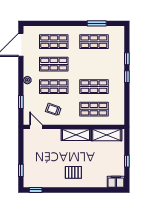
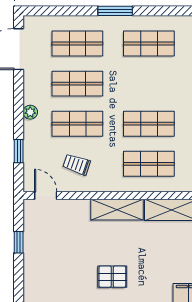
window: (97, 23) -> (115, 11), moved
window: (21, 170) -> (19, 242), moved

